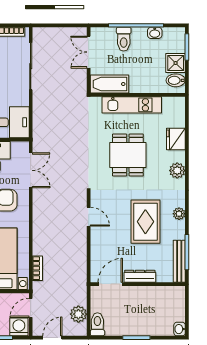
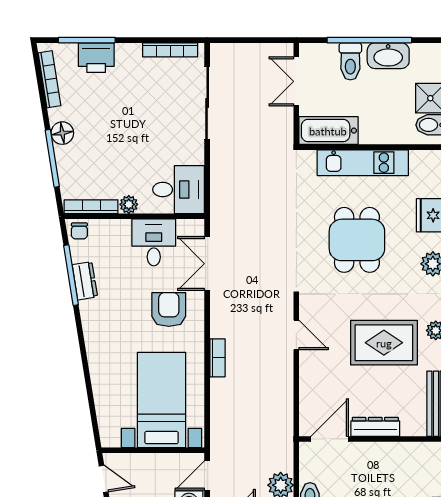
washbasin: (155, 33) -> (388, 56), width x1.91, depth x1.45
double door: (31, 170) -> (207, 264), swing flipped
rug: (145, 222) -> (384, 343), turned 90
bookcase: (37, 268) -> (217, 358), moved

